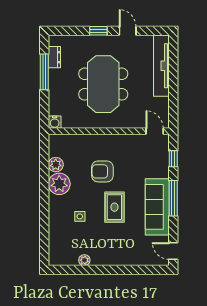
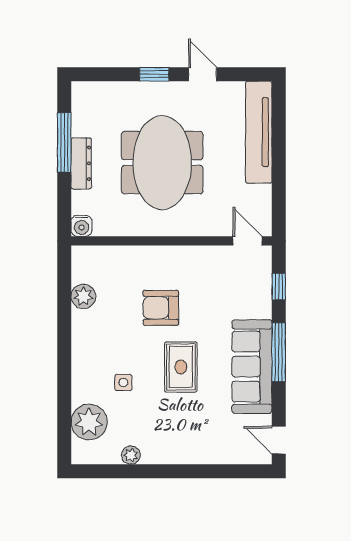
dresser: (54, 57) -> (81, 163), moved, width x1.44
plant: (59, 184) -> (89, 422), moved

